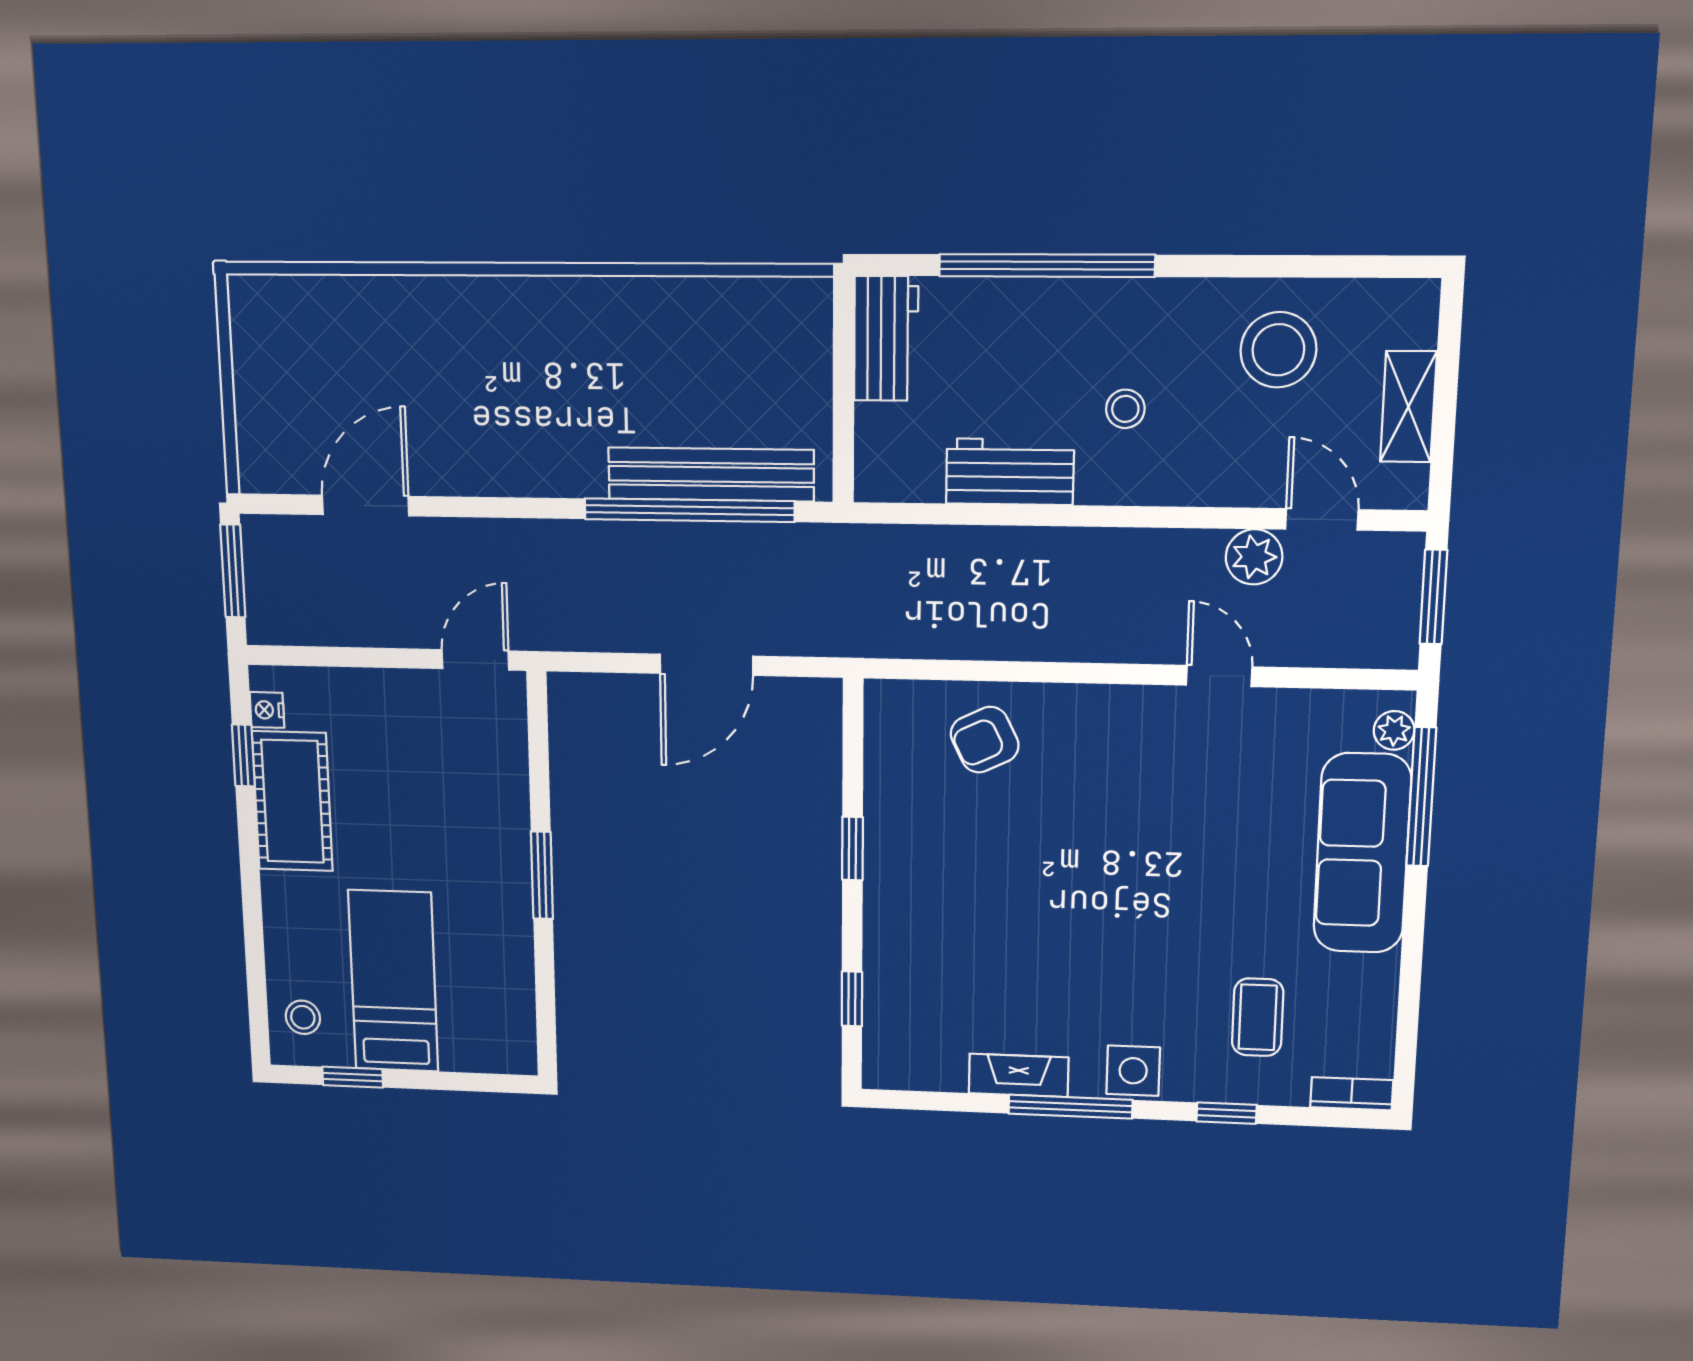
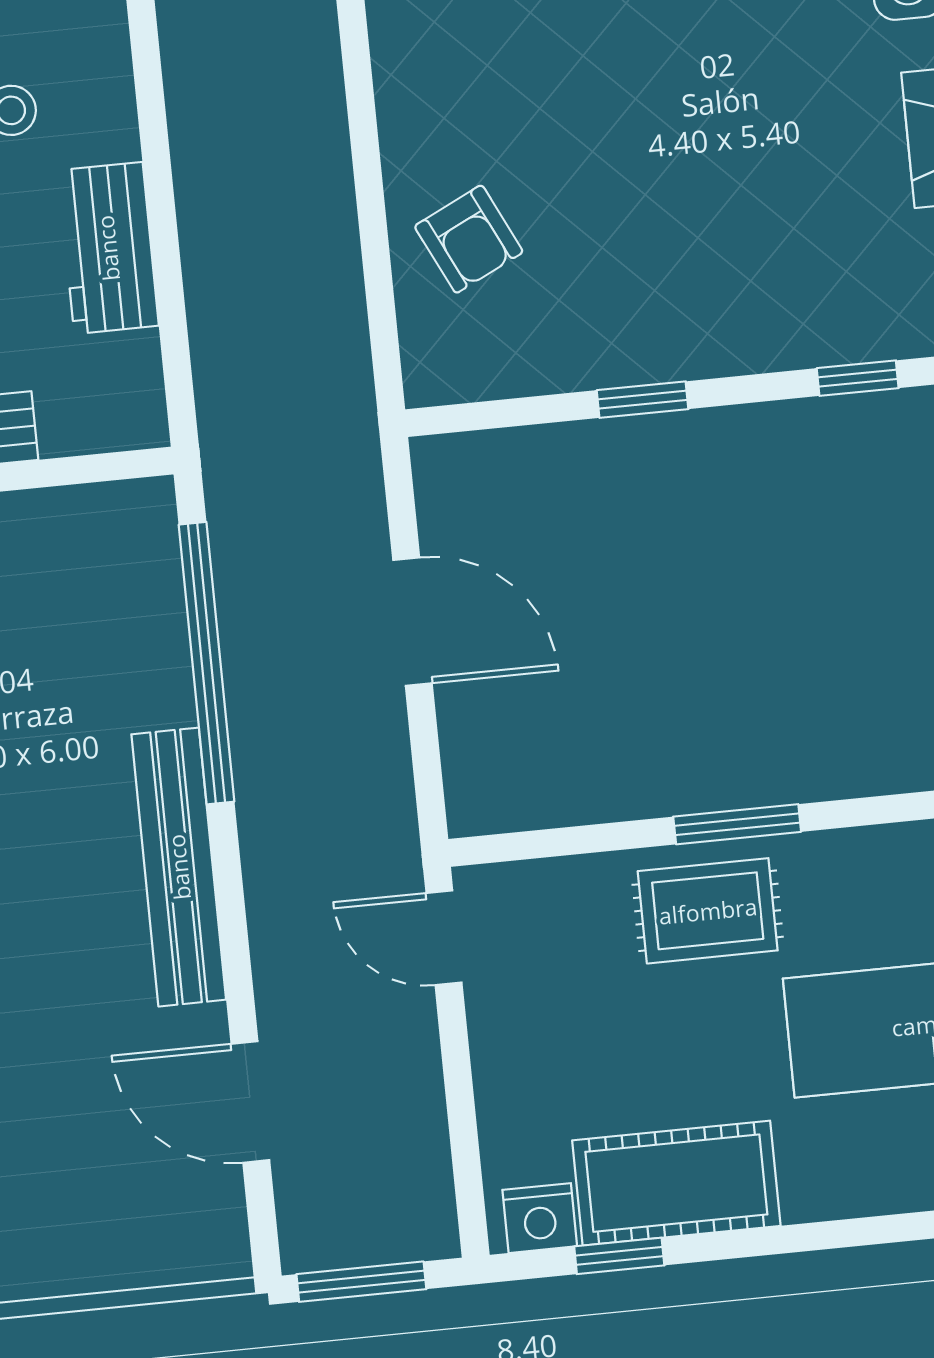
bench: (711, 474) -> (179, 867), moved
nightstand: (267, 710) -> (540, 1218), width x1.39, depth x1.35
rug: (482, 847) -> (708, 911), added

